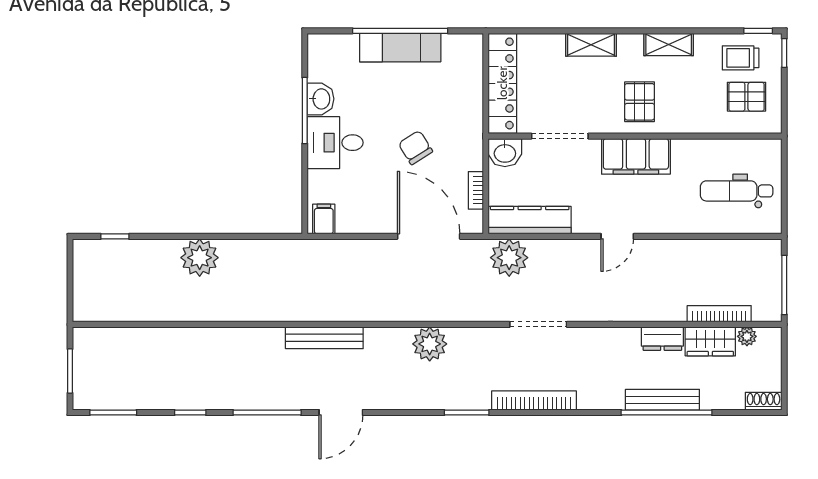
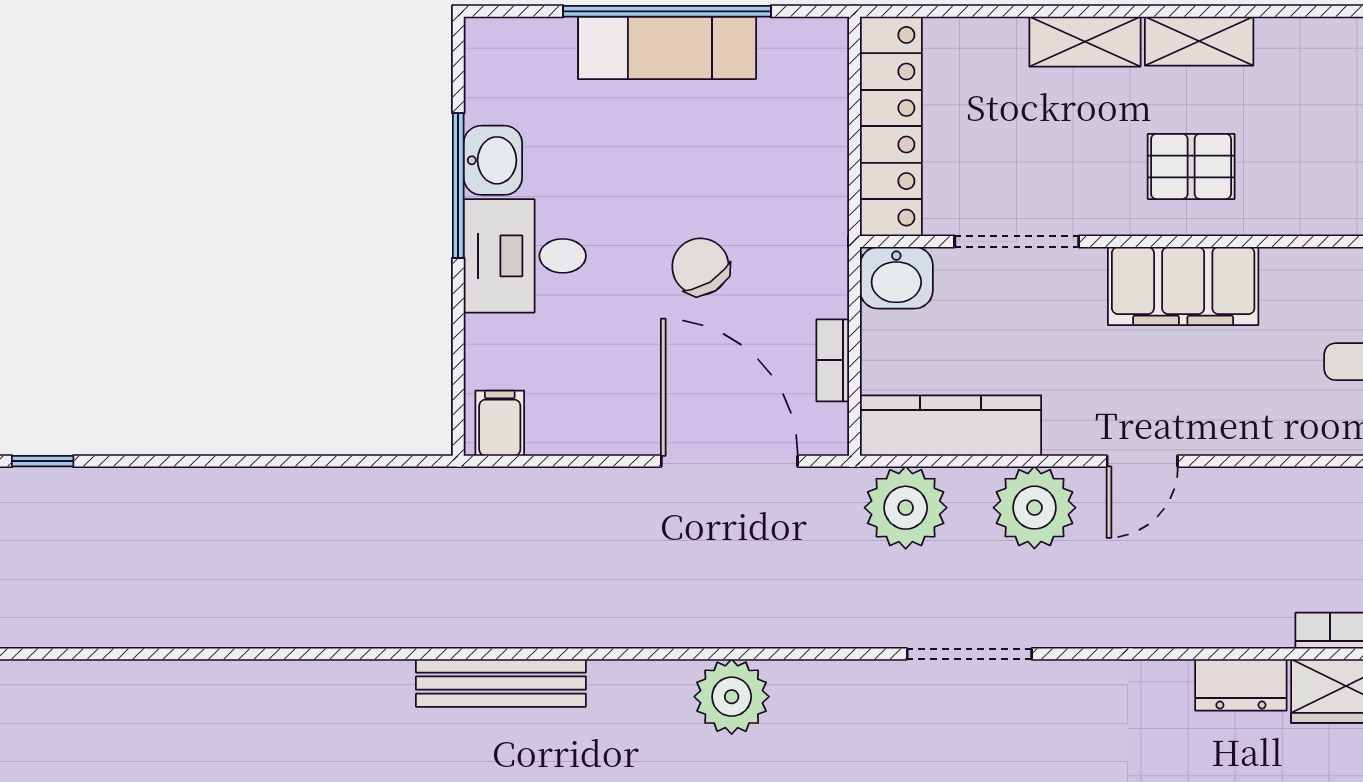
shelving: (669, 45) -> (1199, 41), moved
pallet: (640, 102) -> (1191, 166), turned 90
plant: (200, 258) -> (1034, 508), moved

